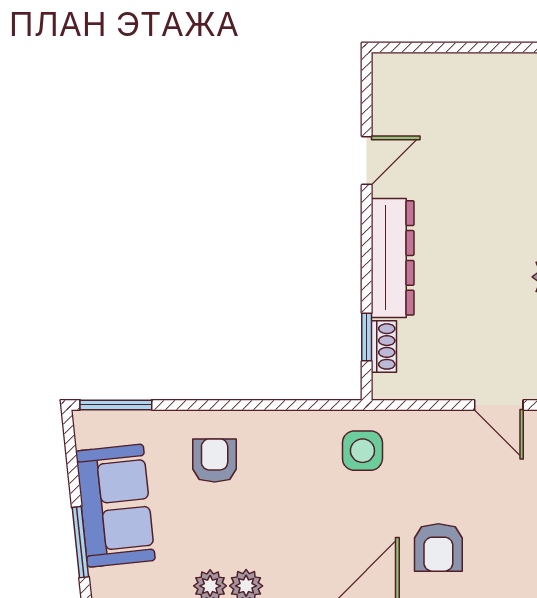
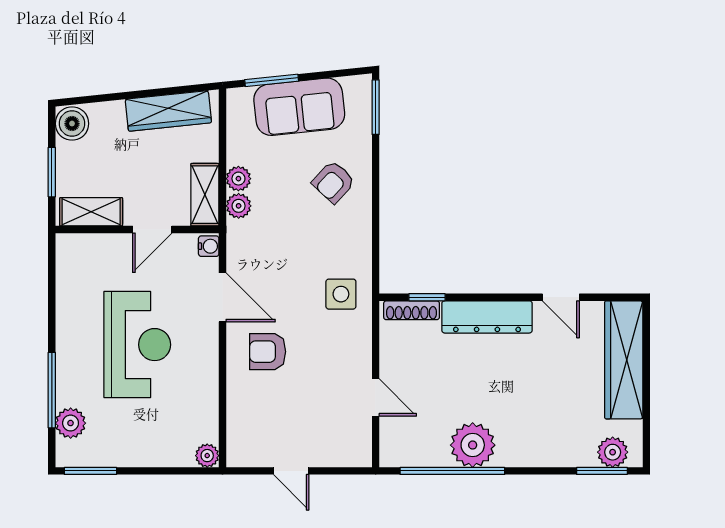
wardrobe: (449, 77) -> (624, 360), added
shoe rack: (384, 346) -> (412, 310), width x1.43
door: (499, 405) -> (376, 397), swing flipped
armchair: (215, 461) -> (333, 182), turned 133

